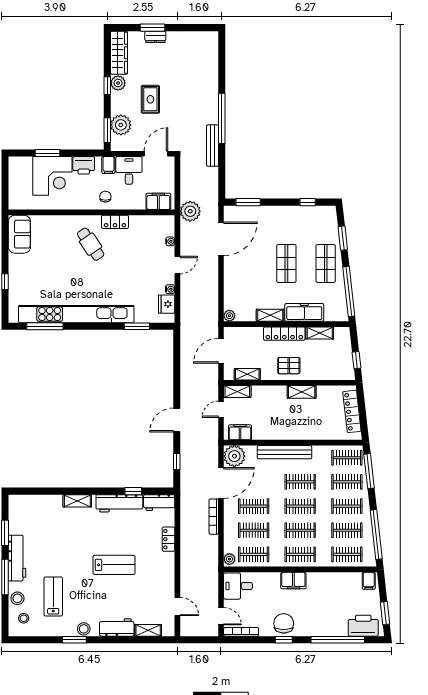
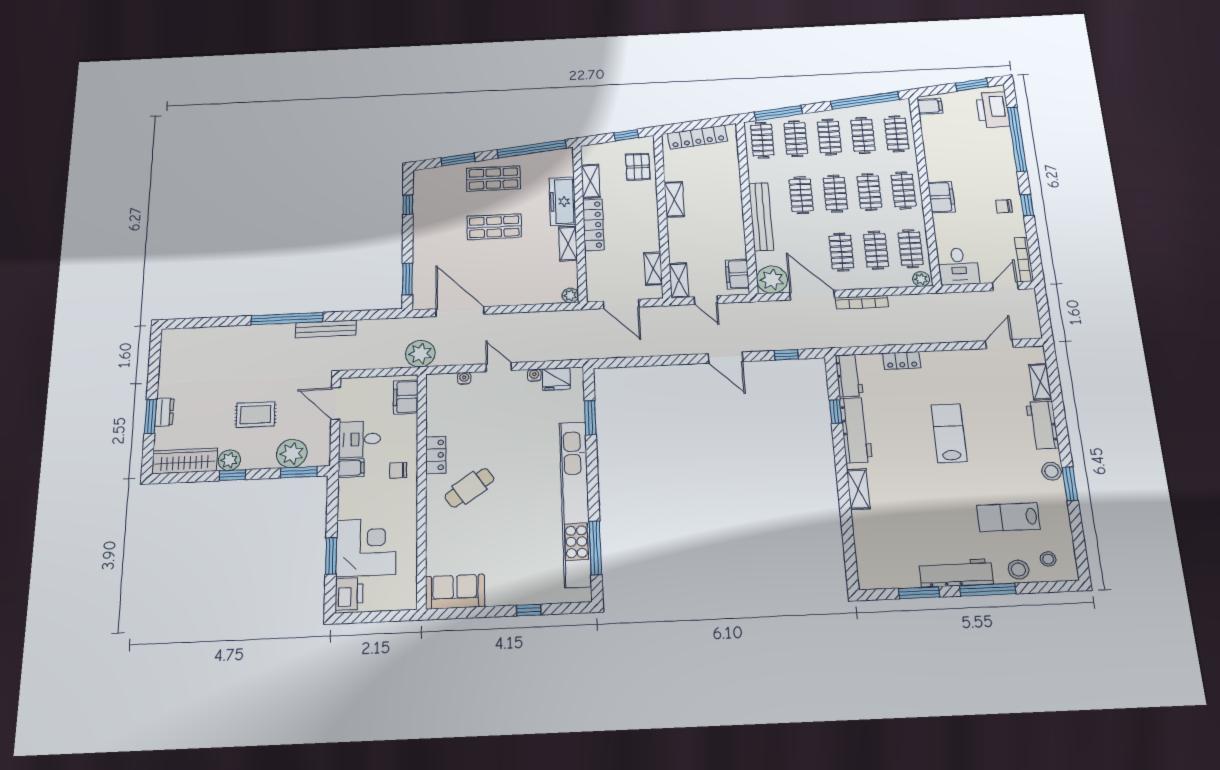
printer: (84, 165) -> (349, 594), moved
pallet: (289, 366) -> (638, 167), moved
chair: (284, 623) -> (1004, 206), width x0.54, depth x0.54

